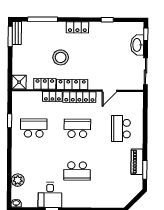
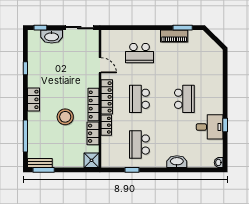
washbasin: (17, 163) -> (177, 162), added
plant: (18, 180) -> (194, 161), removed

